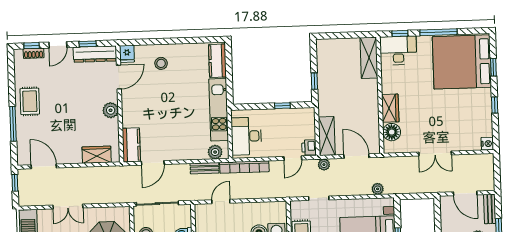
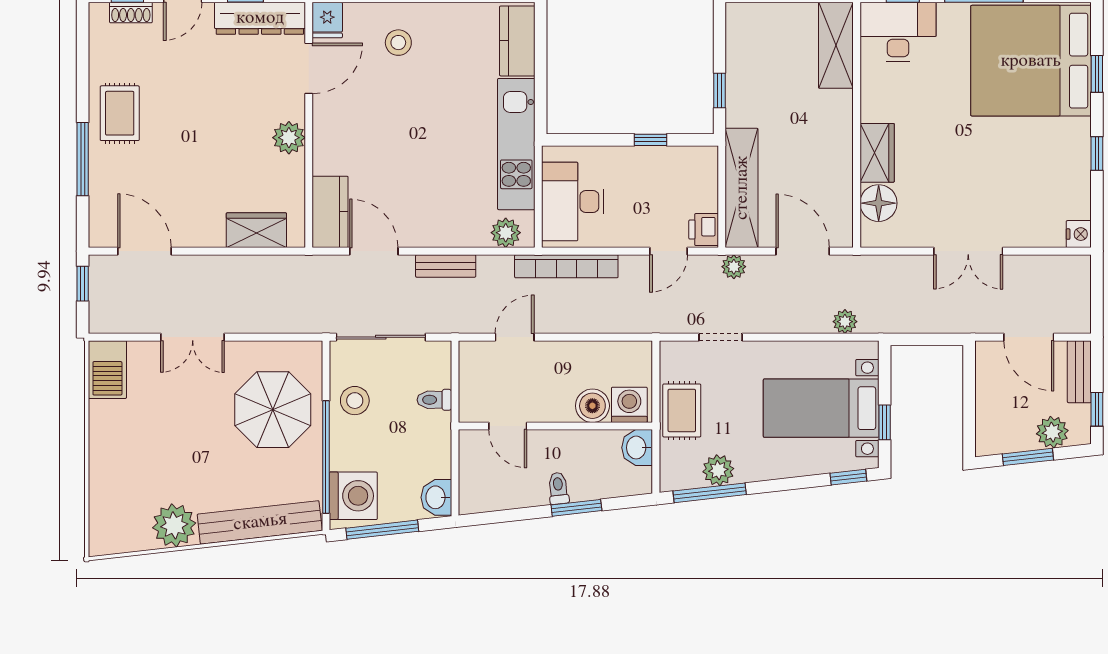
shelving: (327, 136) -> (742, 188), width x1.47
door: (153, 163) -> (374, 251), swing flipped
bench: (205, 168) -> (446, 266), moved

